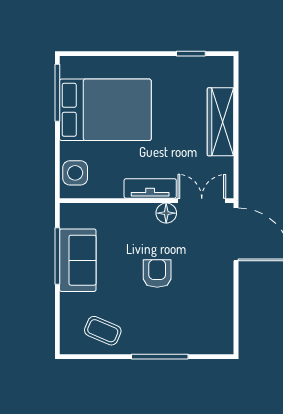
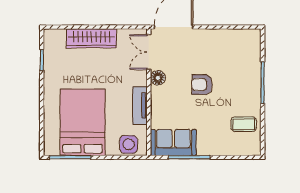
tv unit: (150, 188) -> (140, 106), moved
sofa: (78, 260) -> (173, 142), moved
coffee table: (103, 331) -> (244, 124), turned 67

